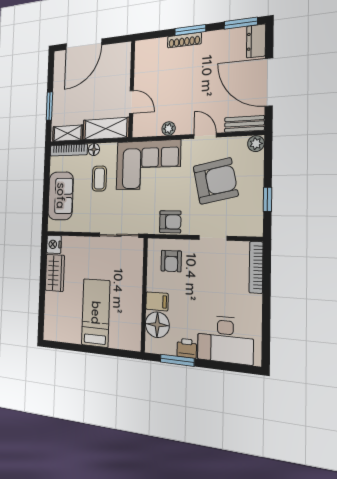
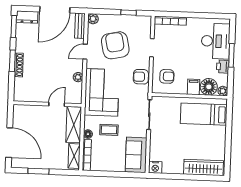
window: (49, 106) -> (38, 171), moved
sofa: (61, 196) -> (136, 155), moved, turned -90
armchair: (170, 222) -> (141, 77), turned -90
wardrobe: (55, 273) -> (204, 168), moved, width x1.50
bed: (96, 313) -> (204, 114), moved
plant: (152, 346) -> (223, 91), added
window: (177, 360) -> (231, 55), moved

